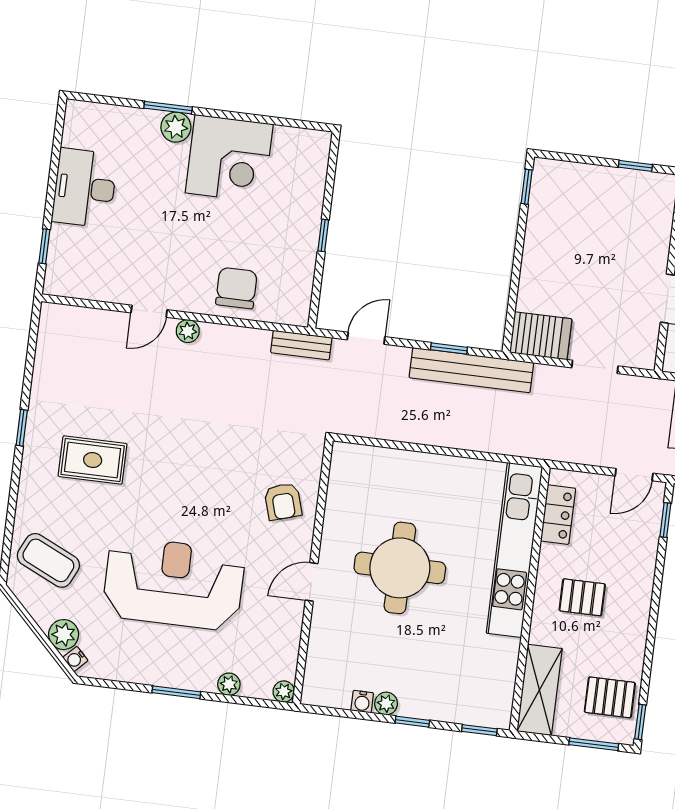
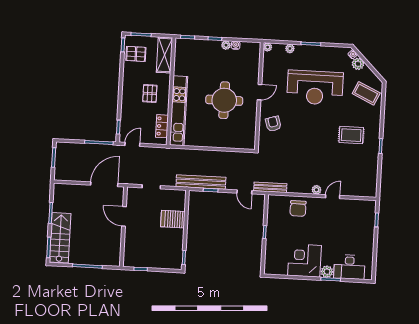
desk: (85, 188) -> (349, 267), moved, turned 90
server rack: (541, 336) -> (173, 219), moved
door: (366, 338) -> (244, 192), hinge flipped
bench: (301, 345) -> (270, 187), width x1.36
pallet: (582, 597) -> (150, 93), turned 90

